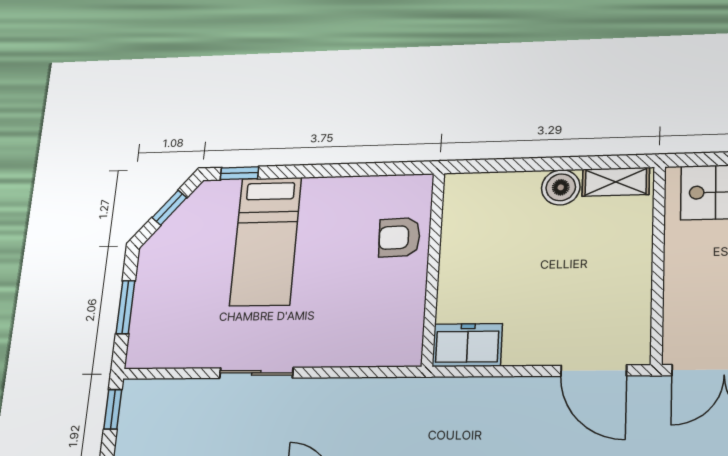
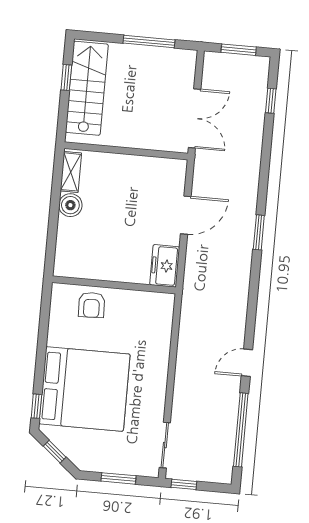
bed: (266, 241) -> (85, 389), width x2.04
door: (594, 371) -> (186, 215), moved
sliding door: (256, 373) -> (165, 445), moved

